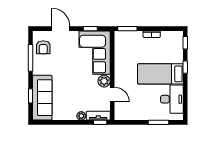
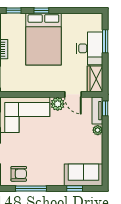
bed: (160, 74) -> (43, 39), width x1.50
door: (112, 94) -> (73, 94), swing flipped
sofa: (42, 98) -> (84, 175), width x0.73
desk: (172, 99) -> (90, 48), moved, turned 90
wardrobe: (126, 114) -> (95, 79), added

